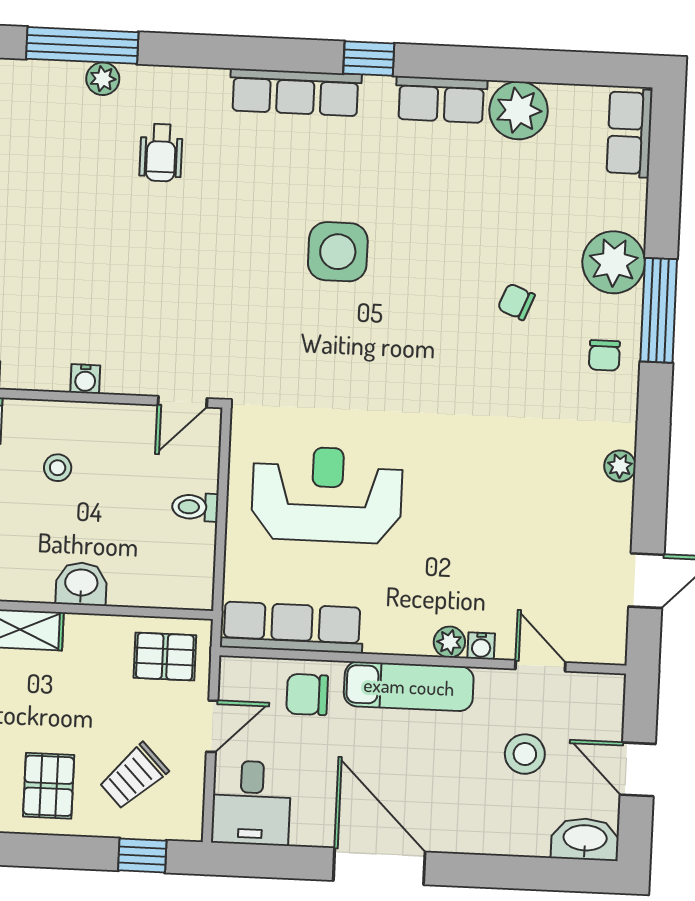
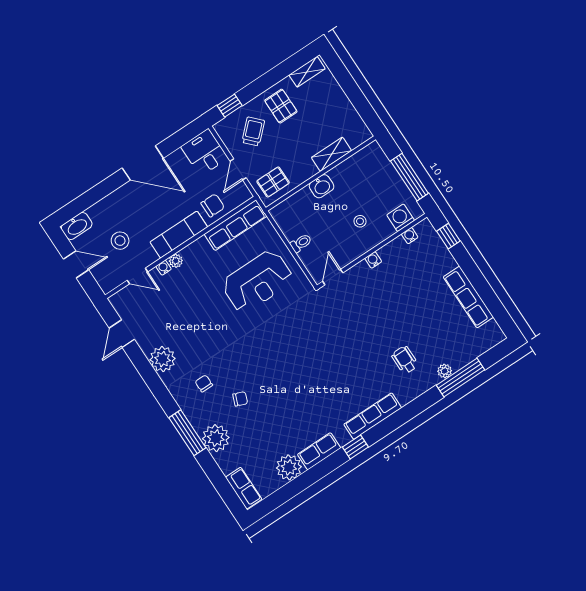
side table: (338, 252) -> (316, 370), removed
chair: (604, 355) -> (204, 383), moved
plant: (620, 466) -> (163, 359), width x1.88, depth x1.88

